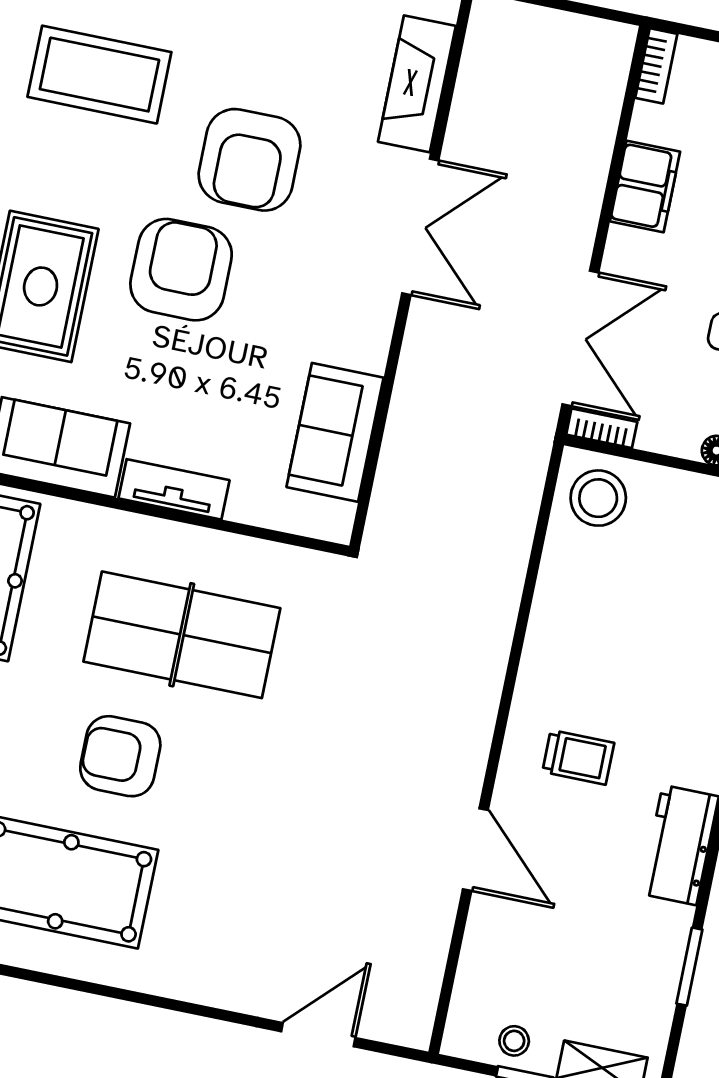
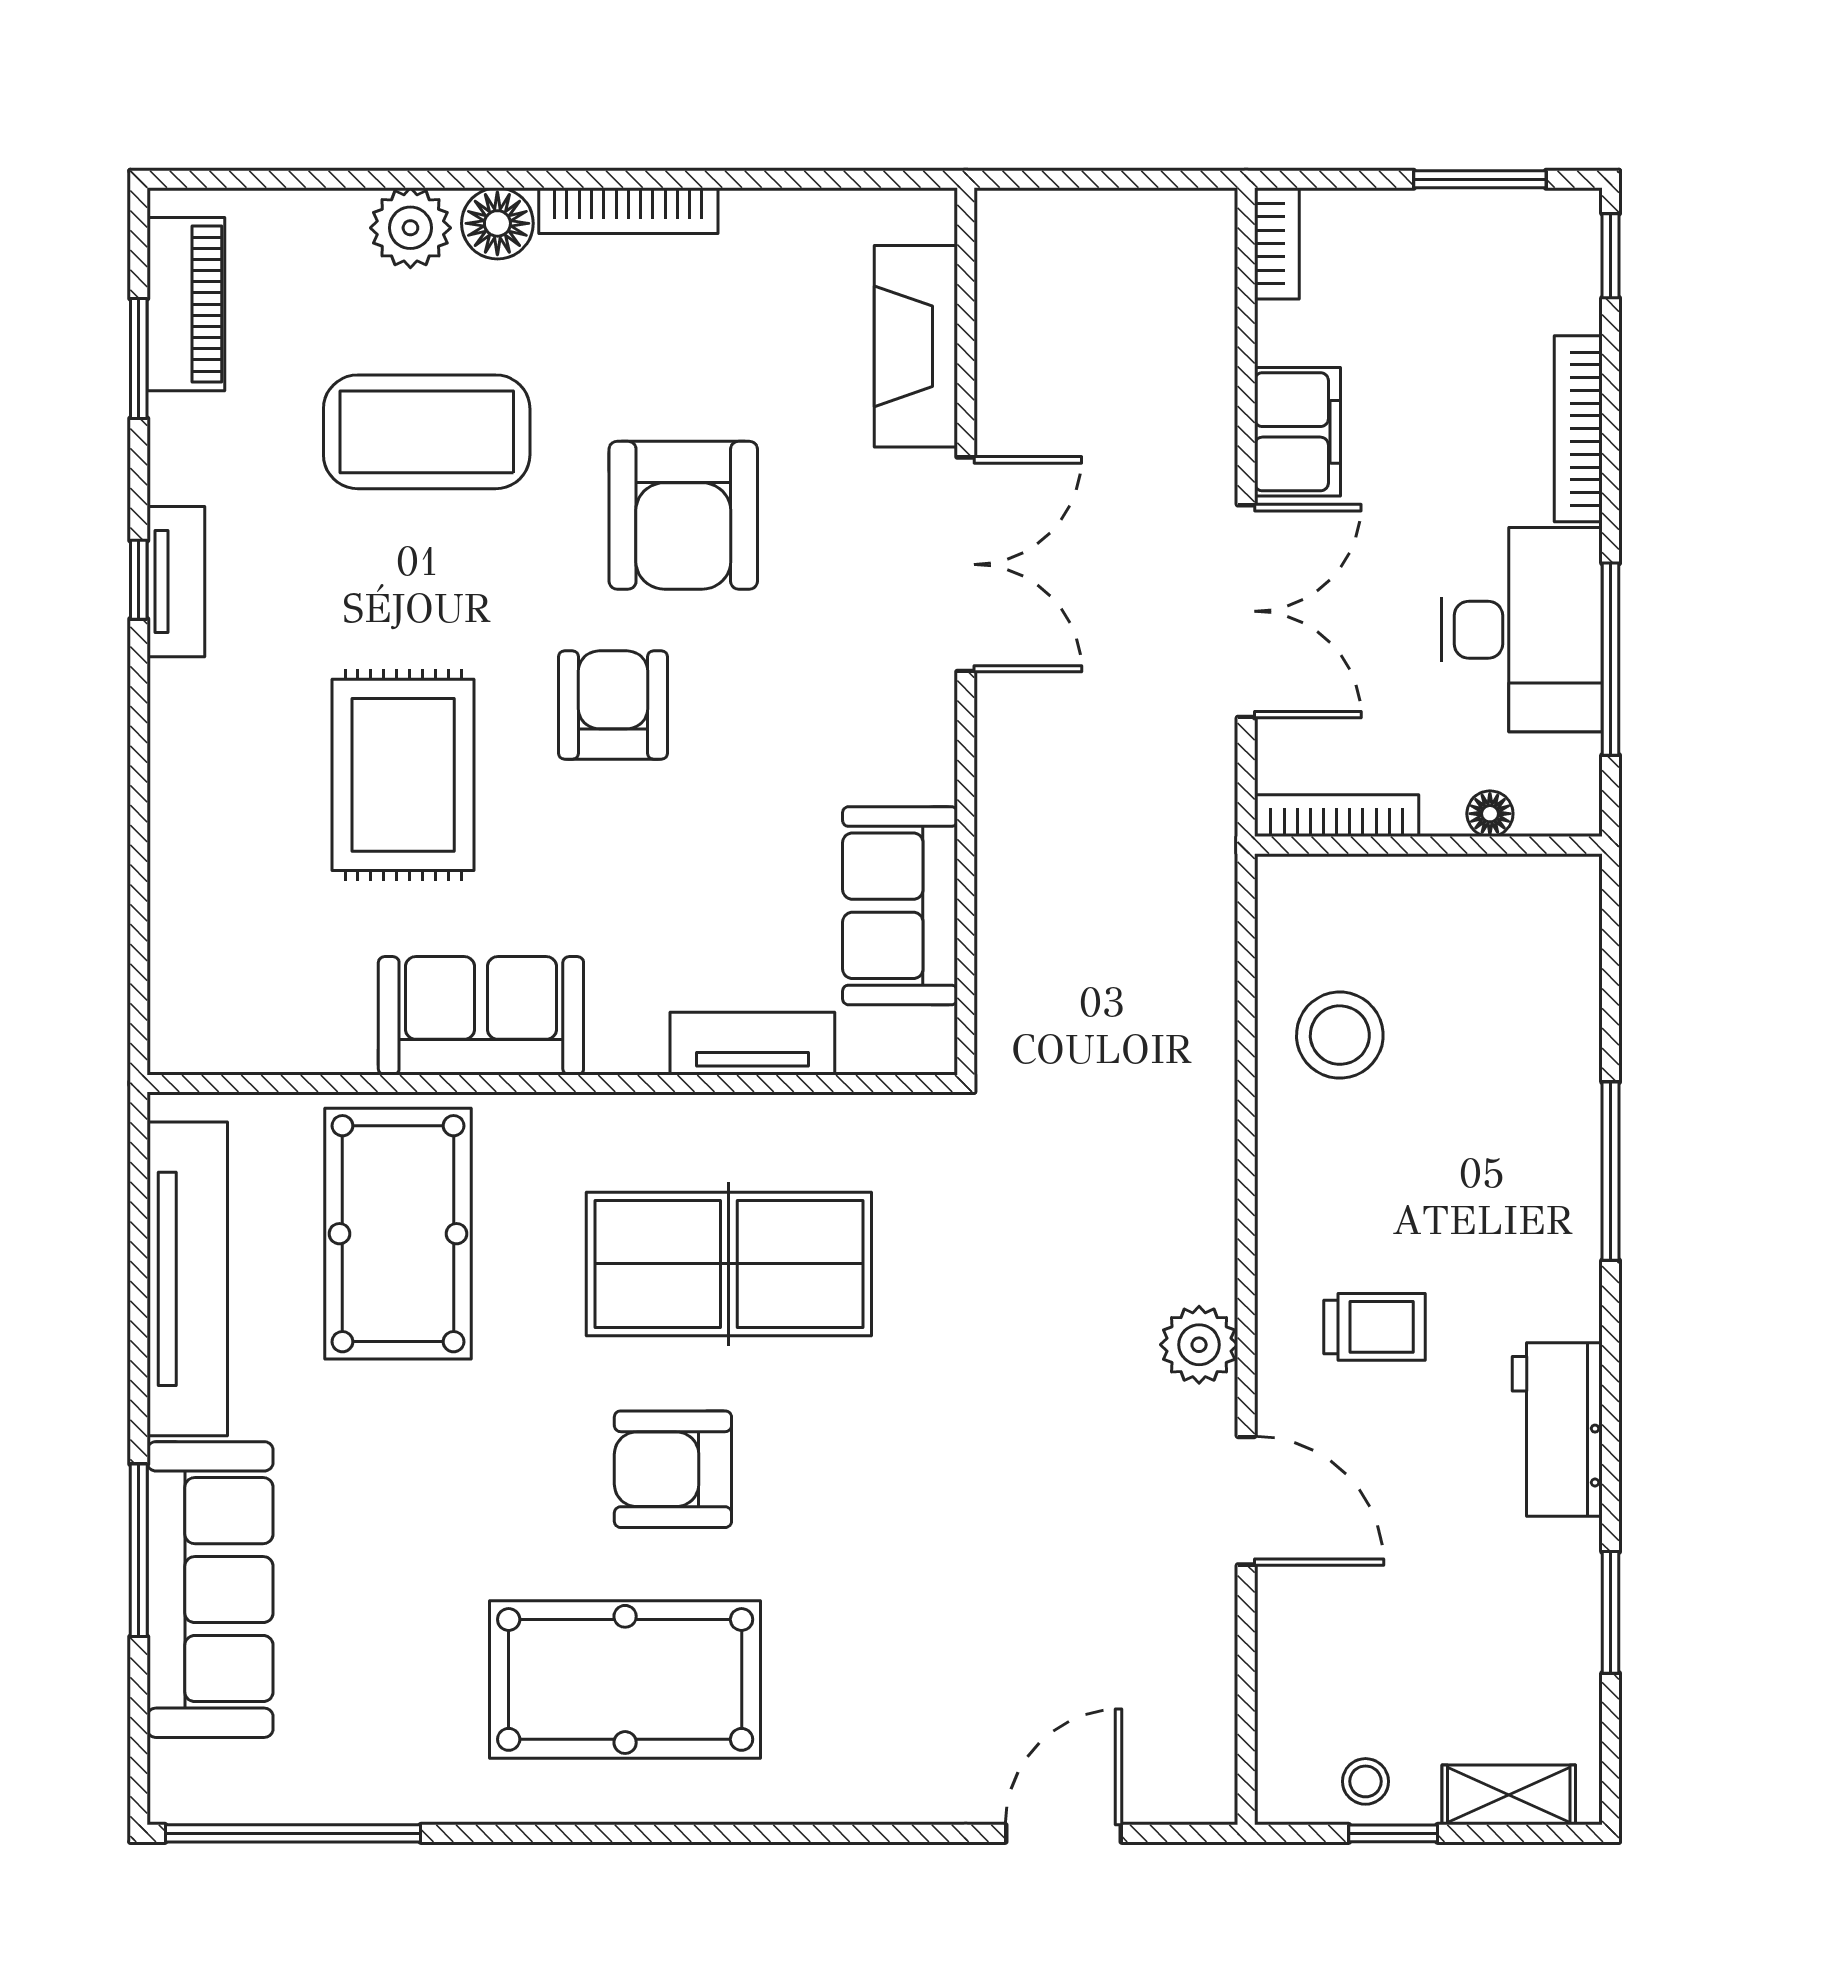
armchair: (181, 270) -> (613, 705), width x0.73, depth x0.73
double door: (580, 338) -> (1246, 611), moved
bookcase: (602, 428) -> (1337, 816), width x1.56
tv unit: (174, 489) -> (752, 1044), moved
stool: (598, 498) -> (1340, 1035), moved
plant: (466, 746) -> (1199, 1345), added

